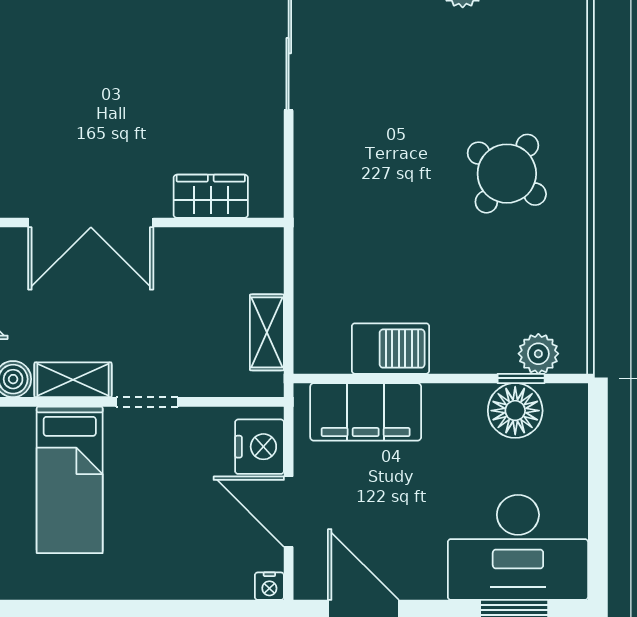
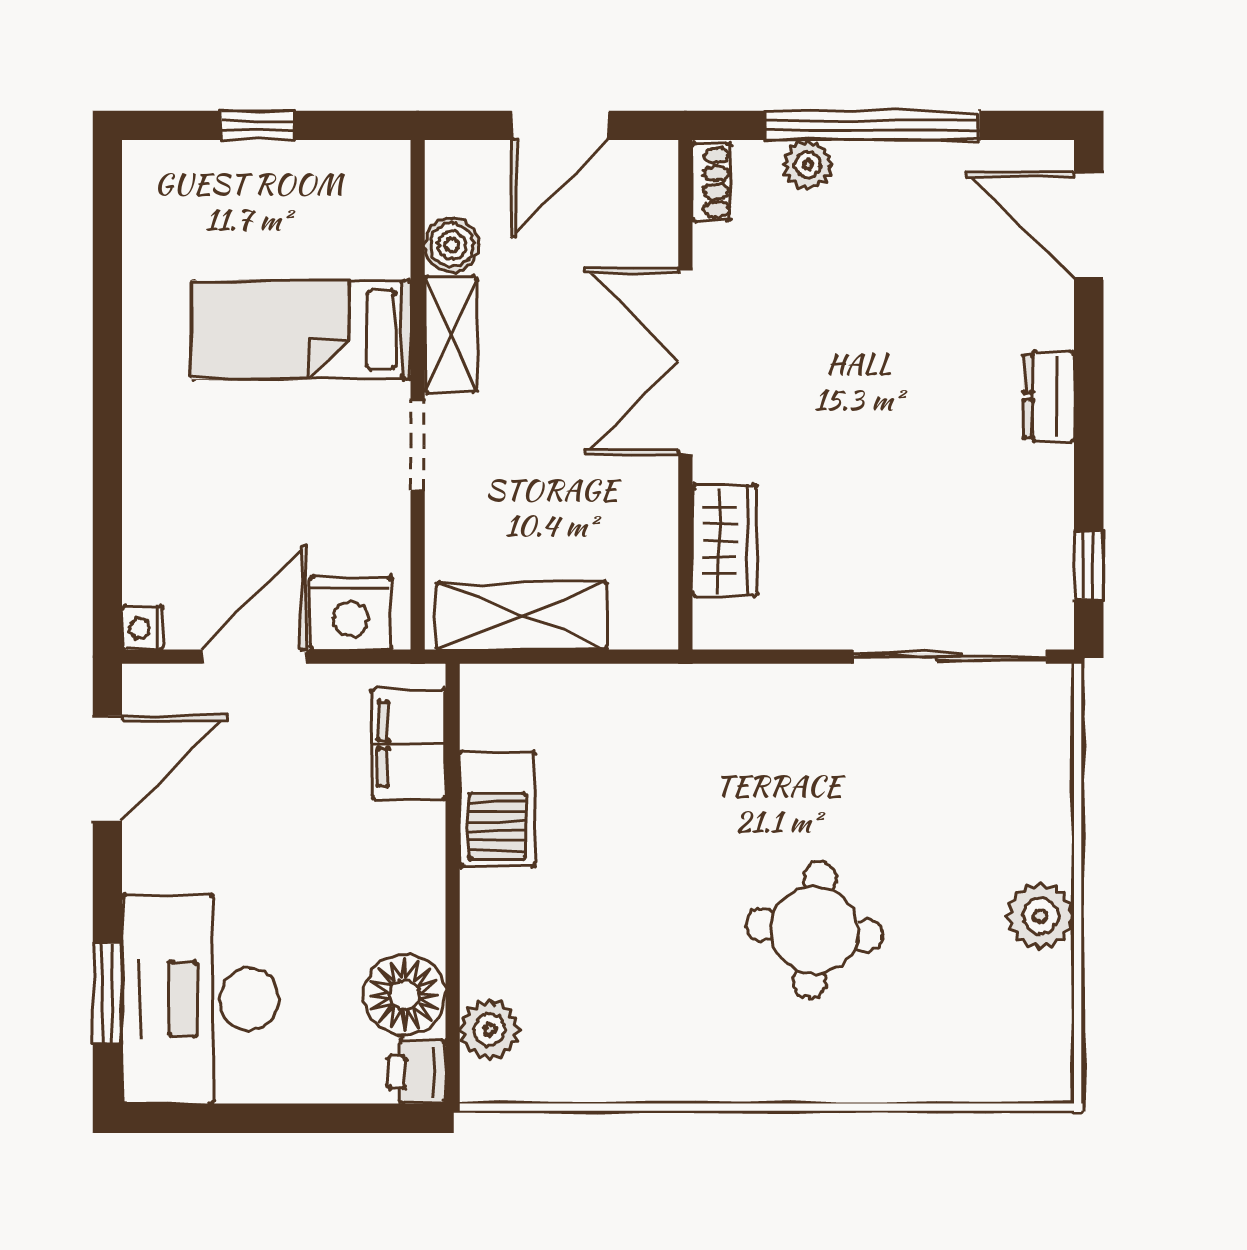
round table: (507, 174) -> (815, 930), moved, turned -30
shelving: (267, 332) -> (521, 616), width x1.50, depth x1.33
window: (521, 378) -> (453, 1004), removed
printer: (567, 402) -> (417, 1072), added
filing cabinet: (366, 412) -> (409, 744), width x0.67, depth x0.86

